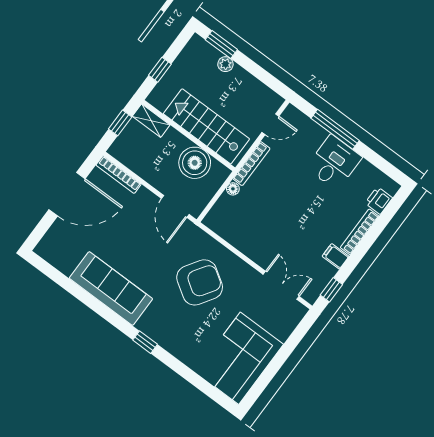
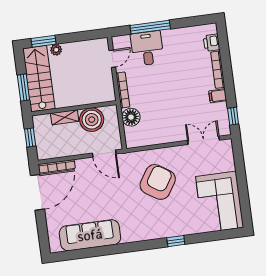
window: (160, 70) -> (23, 88), width x1.50
shelving: (151, 121) -> (65, 117), moved
stairs: (206, 126) -> (39, 79), moved, turned 90
desk: (334, 162) -> (147, 48), moved
floor lamp: (233, 189) -> (131, 117), width x1.89, depth x1.89
door: (67, 194) -> (37, 192), moved
sofa: (111, 288) -> (90, 235), moved
window: (145, 342) -> (176, 241), moved

